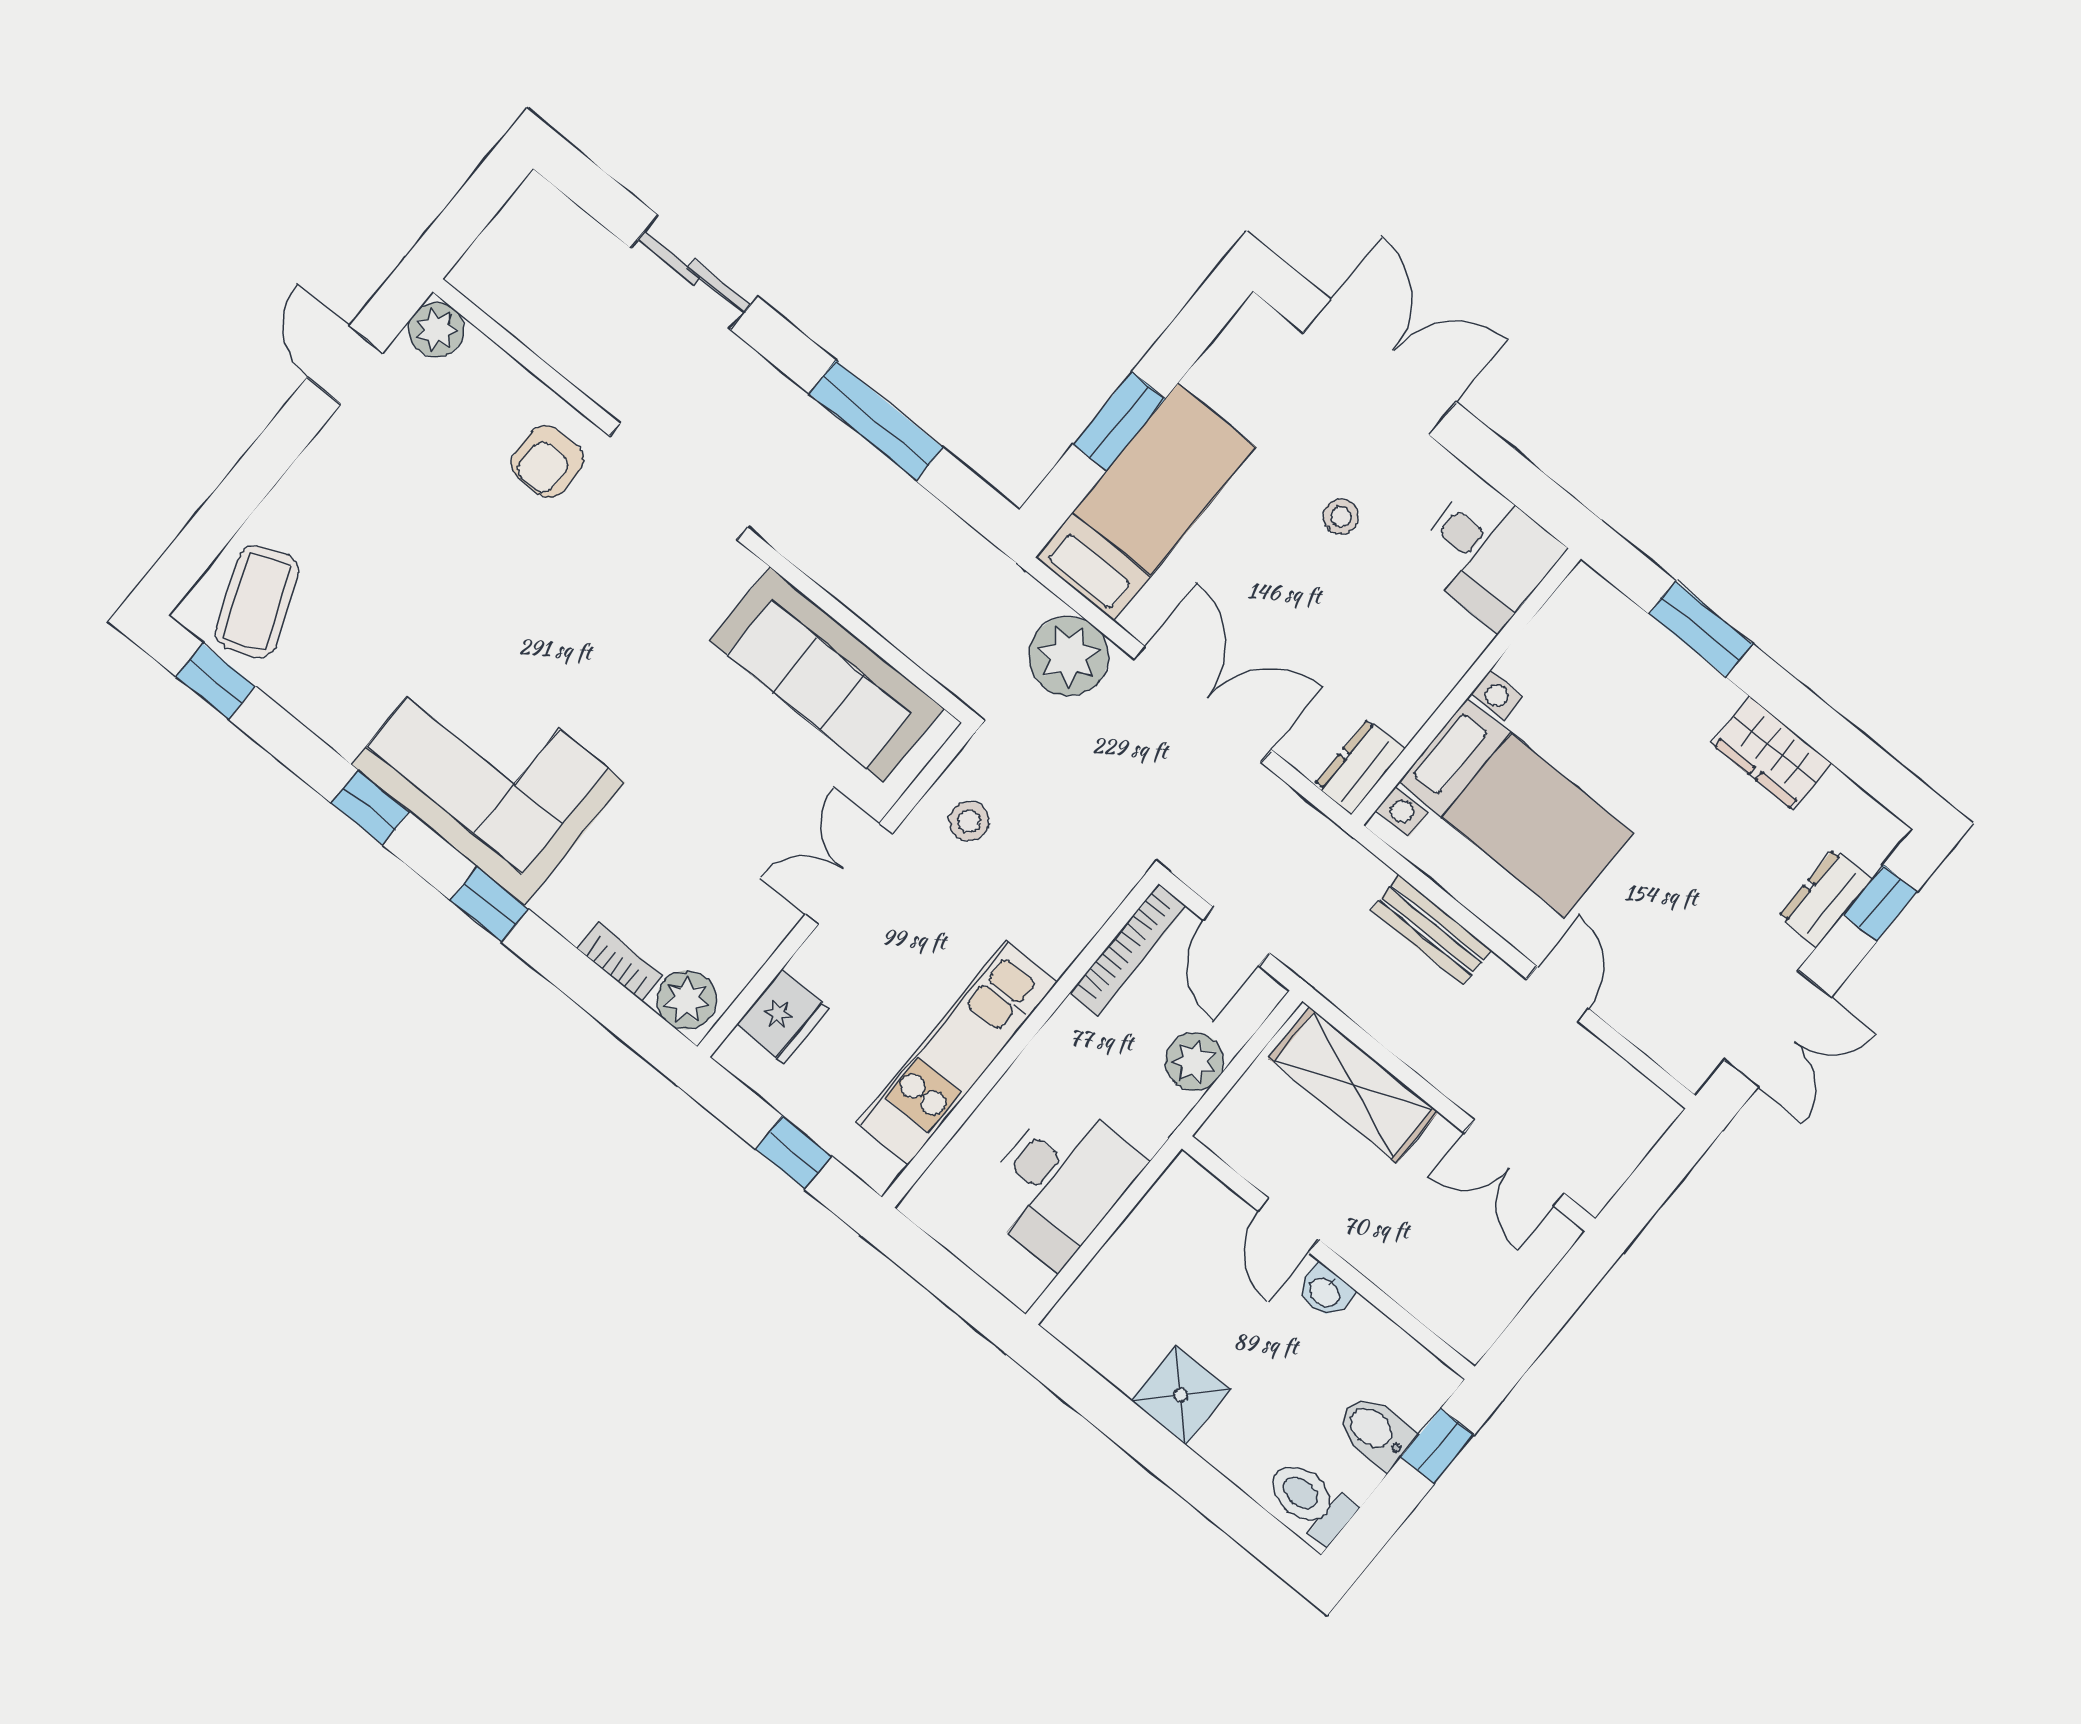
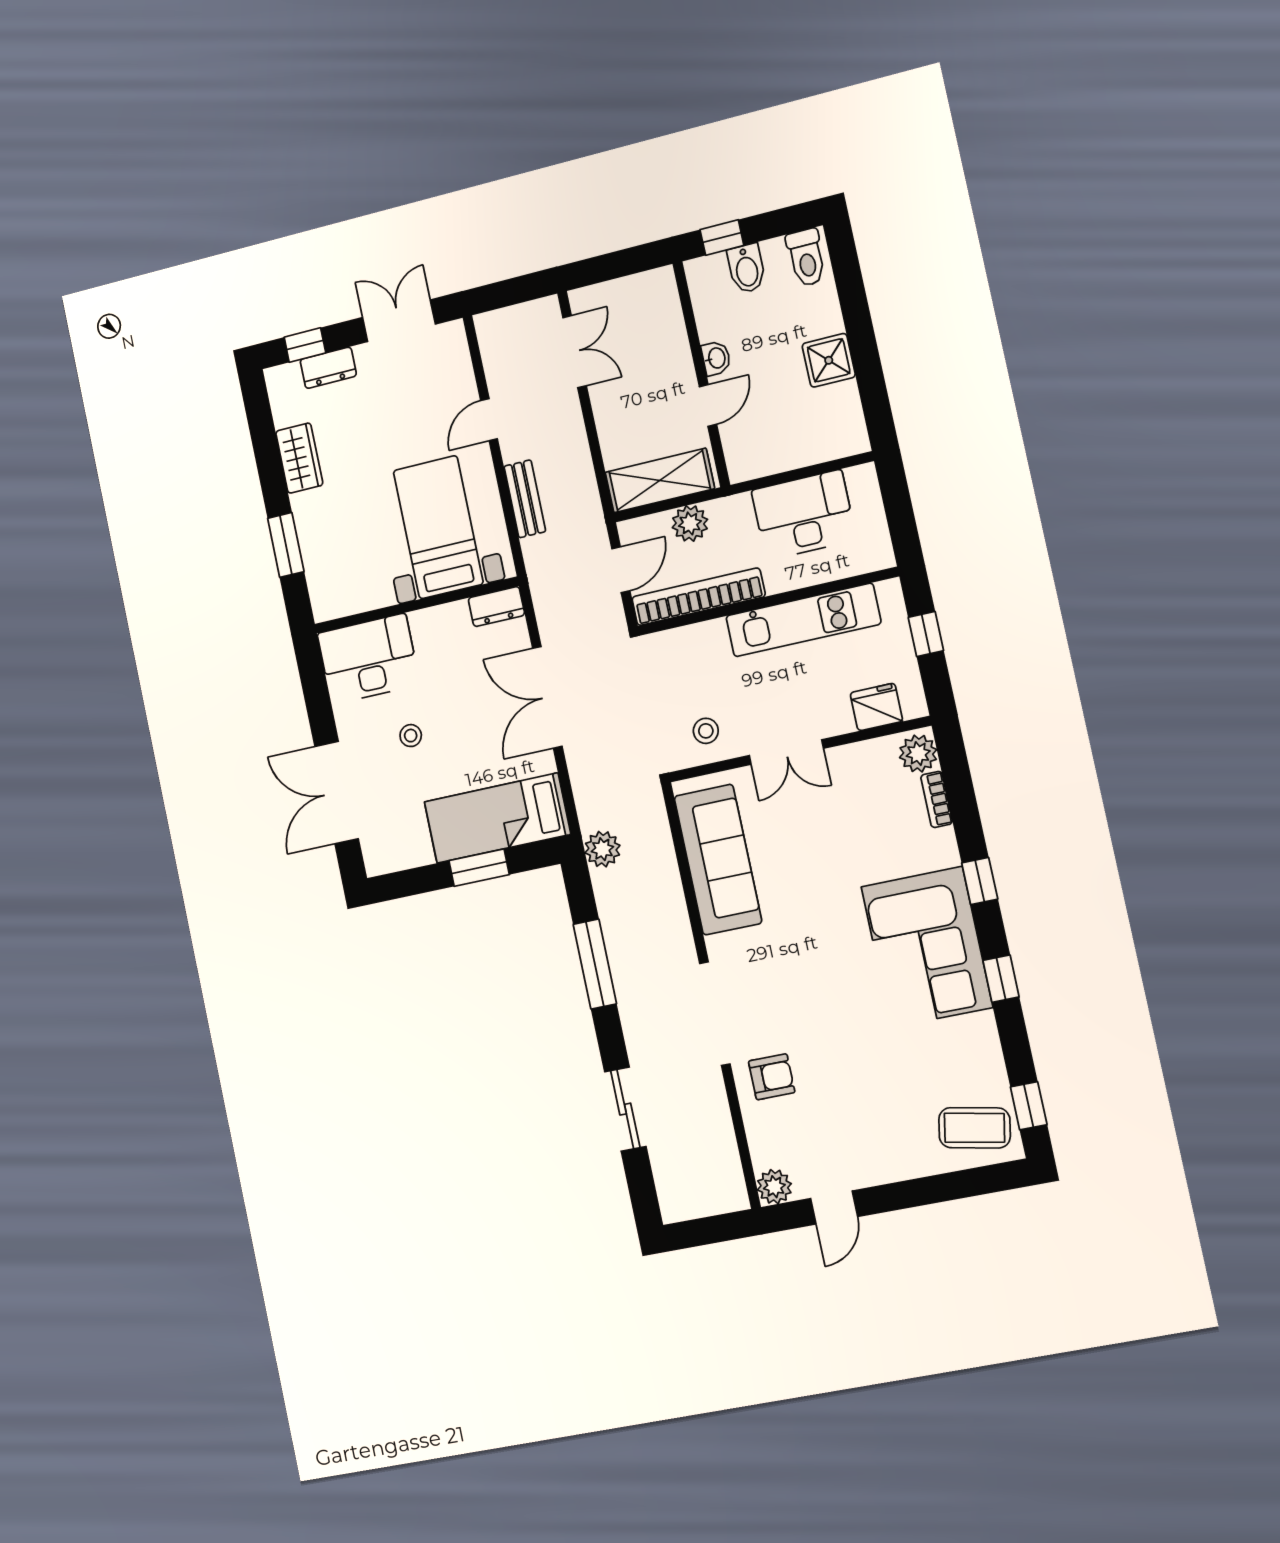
desk: (1487, 554) -> (368, 659), width x1.37
coffee table: (257, 602) -> (975, 1128), turned 33
plant: (1069, 656) -> (602, 849), moved, width x0.73, depth x0.73
bookcase: (1128, 949) -> (698, 597), width x1.48, depth x1.31
shelving: (1353, 1085) -> (660, 480), moved, turned 90

